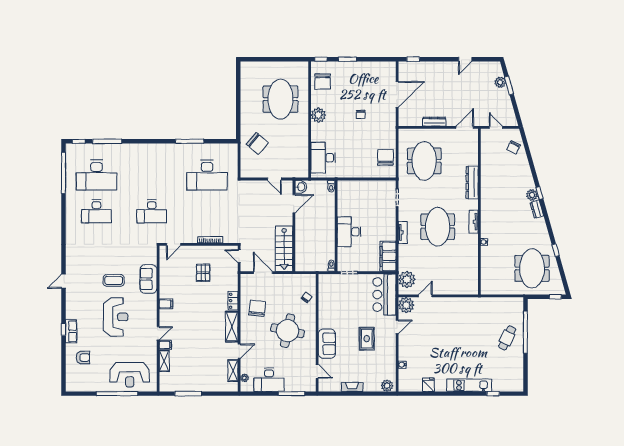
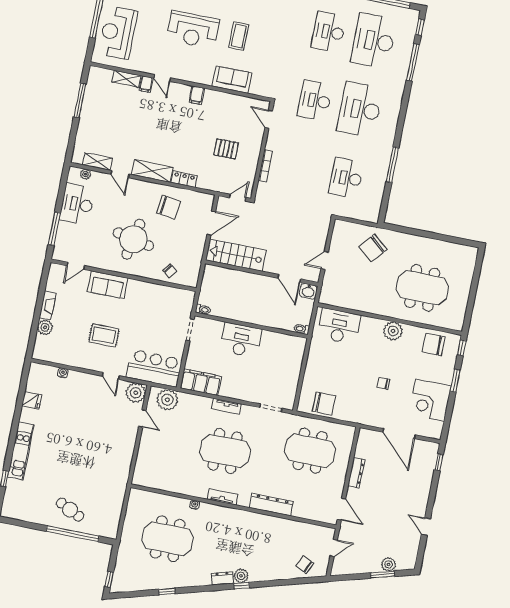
corner desk: (366, 76) -> (430, 400), added
desk: (152, 175) -> (360, 109), added
desk: (207, 175) -> (346, 178), width x0.73, depth x0.77
meeting table: (532, 268) -> (168, 539), moved
plant: (387, 386) -> (45, 327), moved

